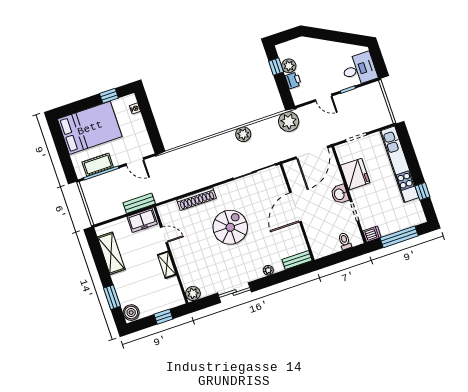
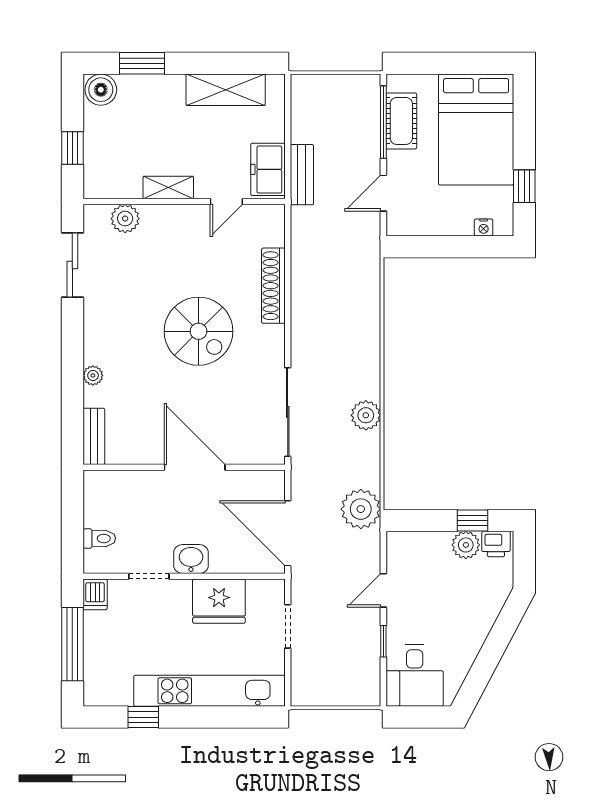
printer: (293, 80) -> (496, 544), moved
plant: (193, 293) -> (125, 219), moved
sliding door: (235, 293) -> (72, 265), moved

